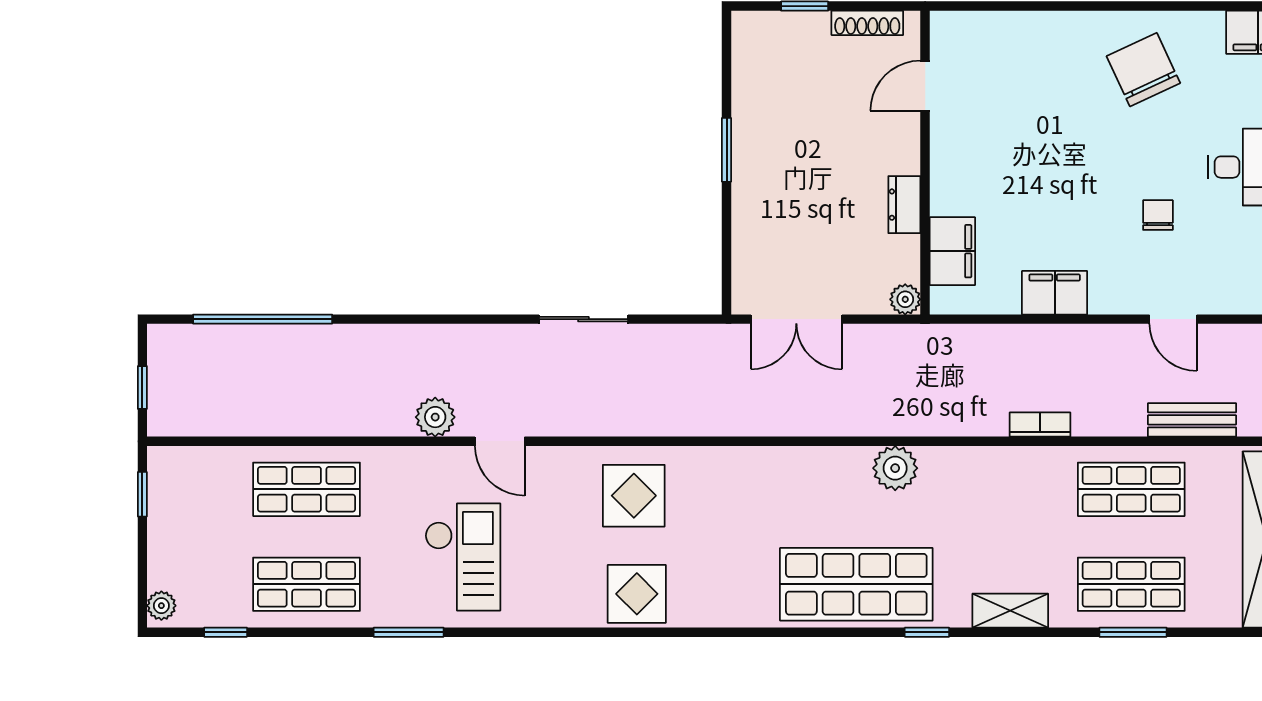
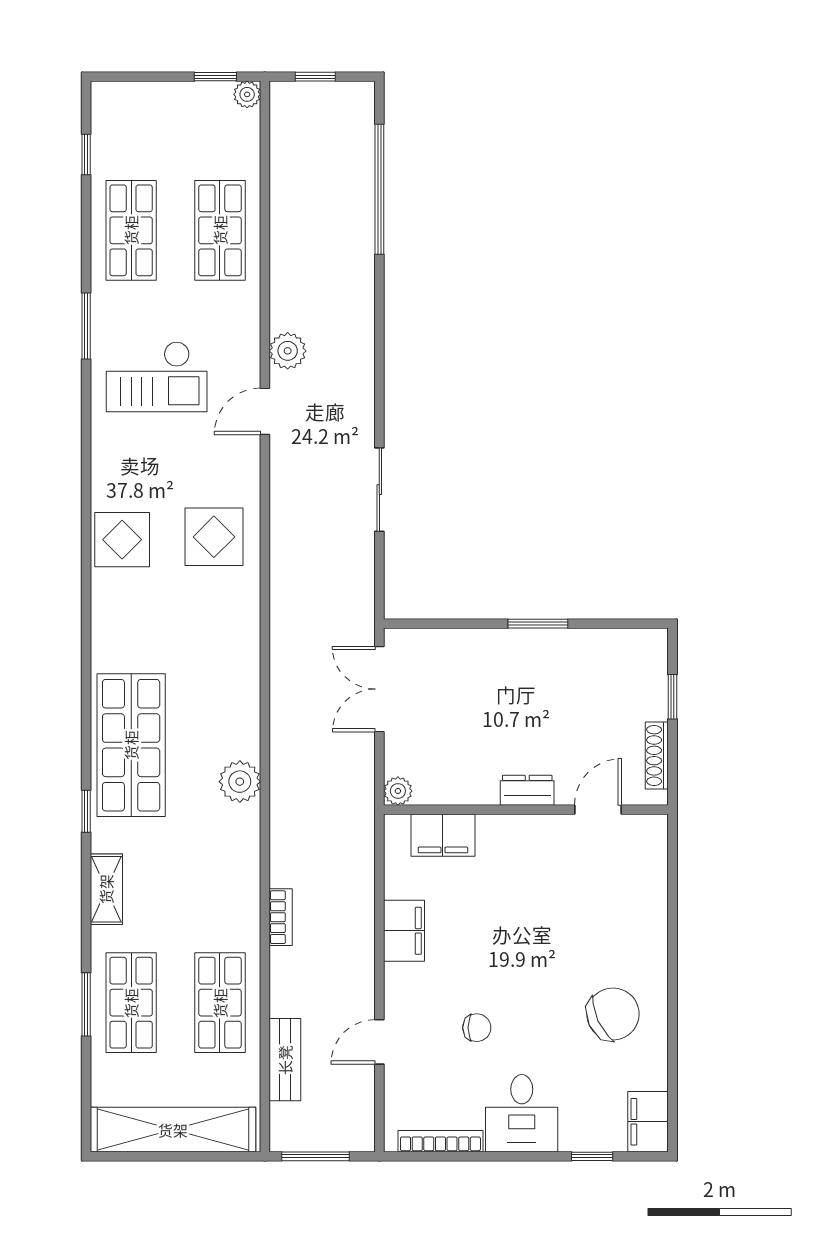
door: (925, 86) -> (598, 810), hinge flipped
dresser: (904, 205) -> (527, 790), moved
plant: (161, 606) -> (247, 94), moved

